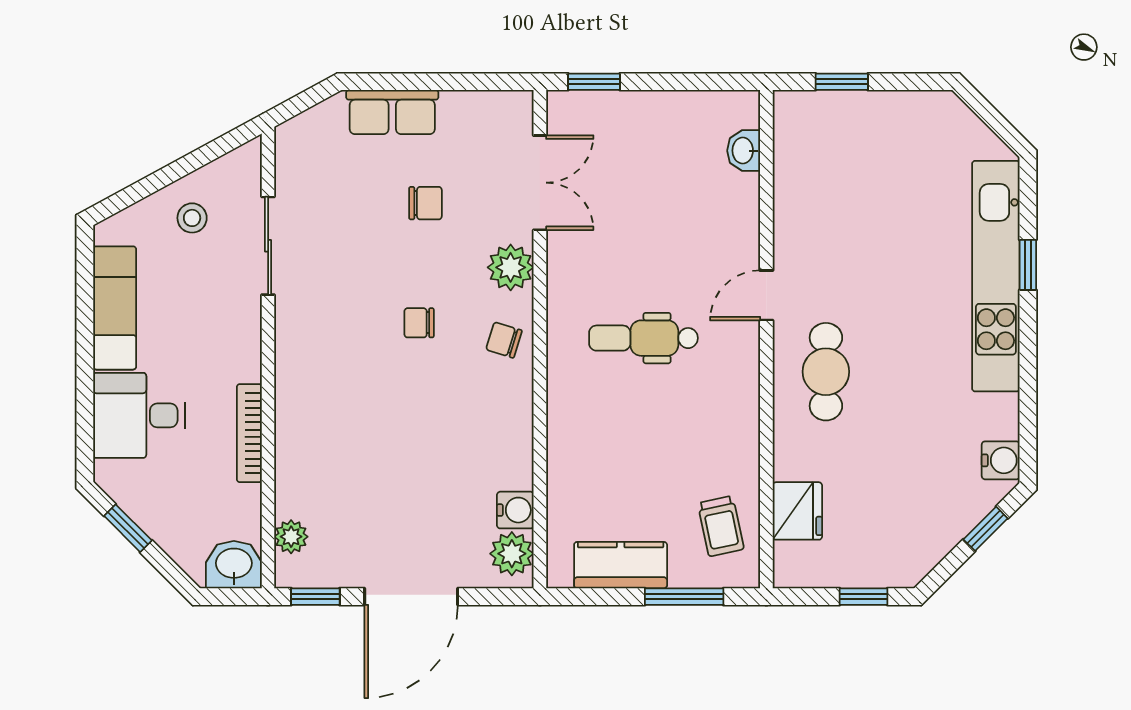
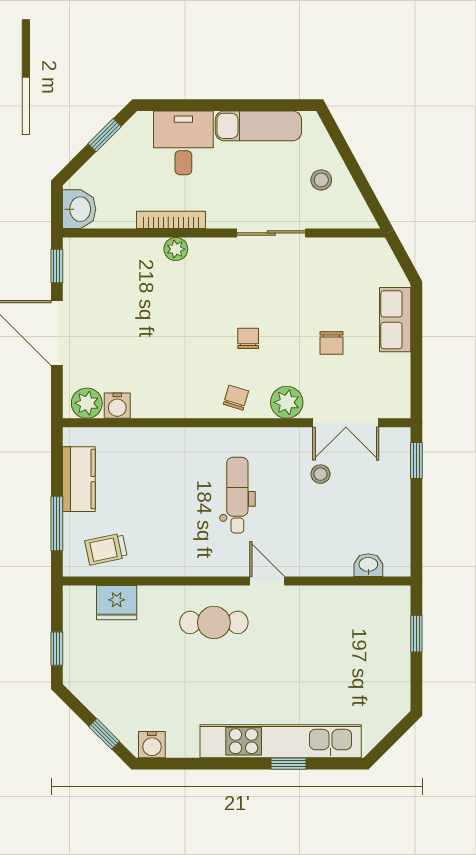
stool: (613, 219) -> (320, 474), added
sliding door: (268, 246) -> (271, 233), moved
plant: (291, 537) -> (176, 249), moved

